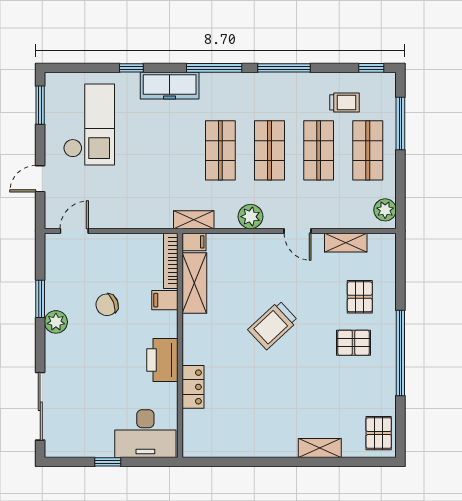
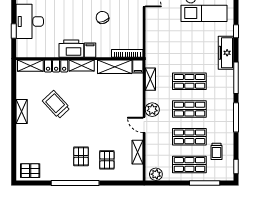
plant: (251, 217) -> (152, 110), moved
shelving: (194, 220) -> (150, 79), moved
door: (298, 231) -> (144, 125), hinge flipped
pallet: (360, 297) -> (107, 160), turned 90
filing cabinet: (165, 300) -> (90, 50), moved
trolley: (273, 325) -> (56, 105), moved
shelving: (192, 342) -> (82, 65), added
shelving: (192, 433) -> (30, 66), added
desk: (145, 434) -> (30, 21), moved
shelving: (320, 448) -> (22, 112), moved
window: (108, 462) -> (14, 31), moved

